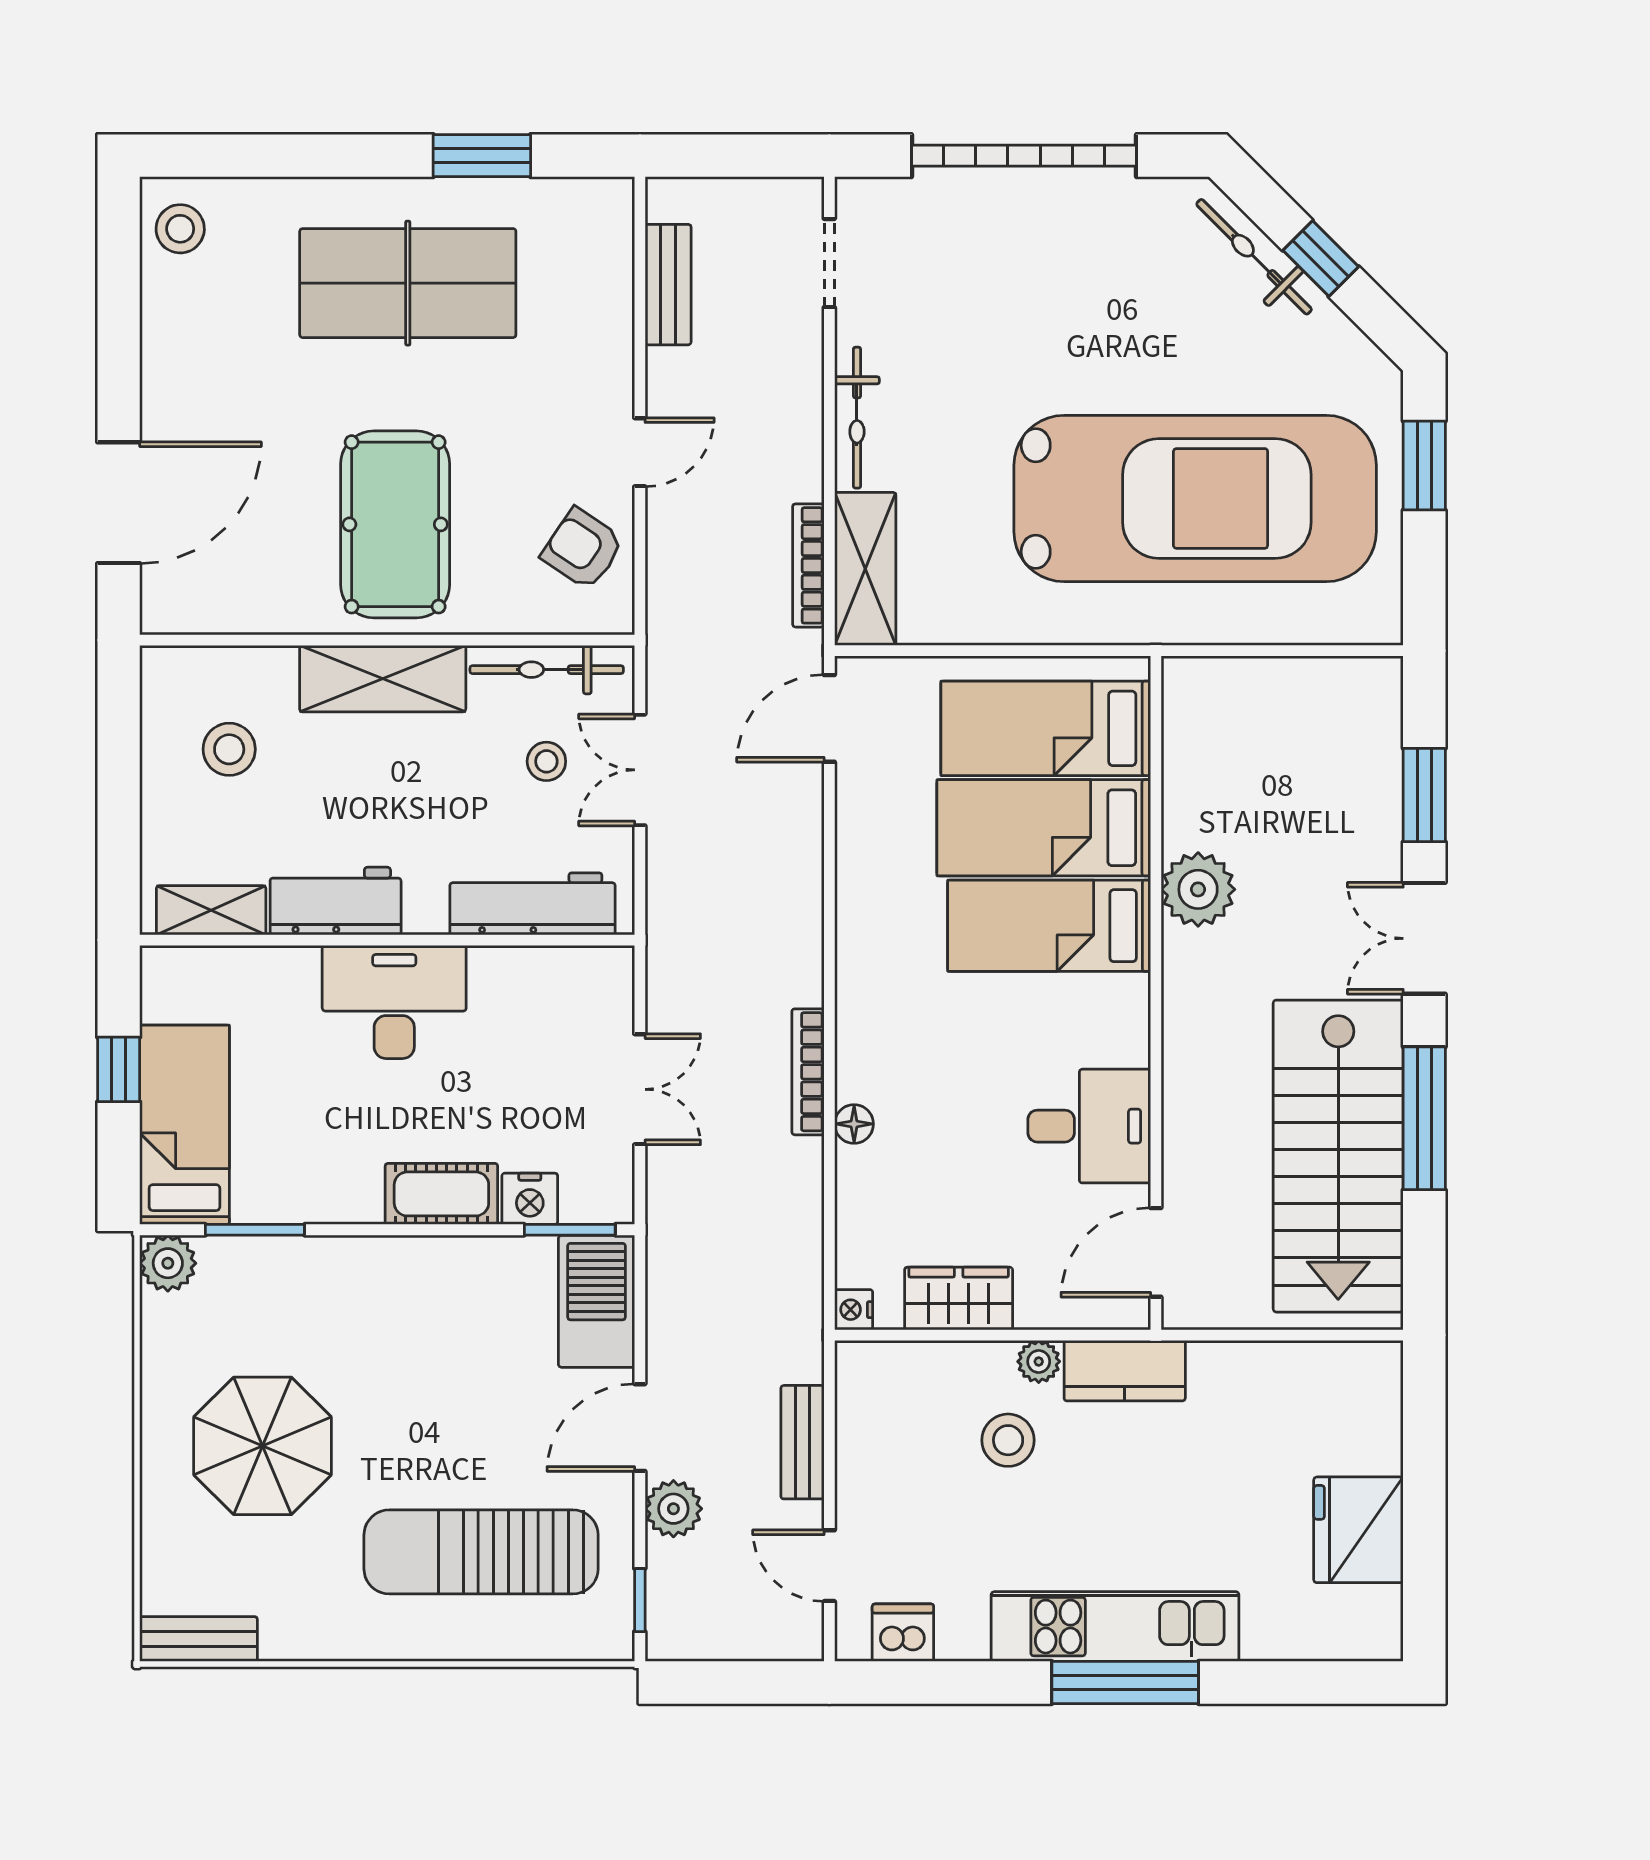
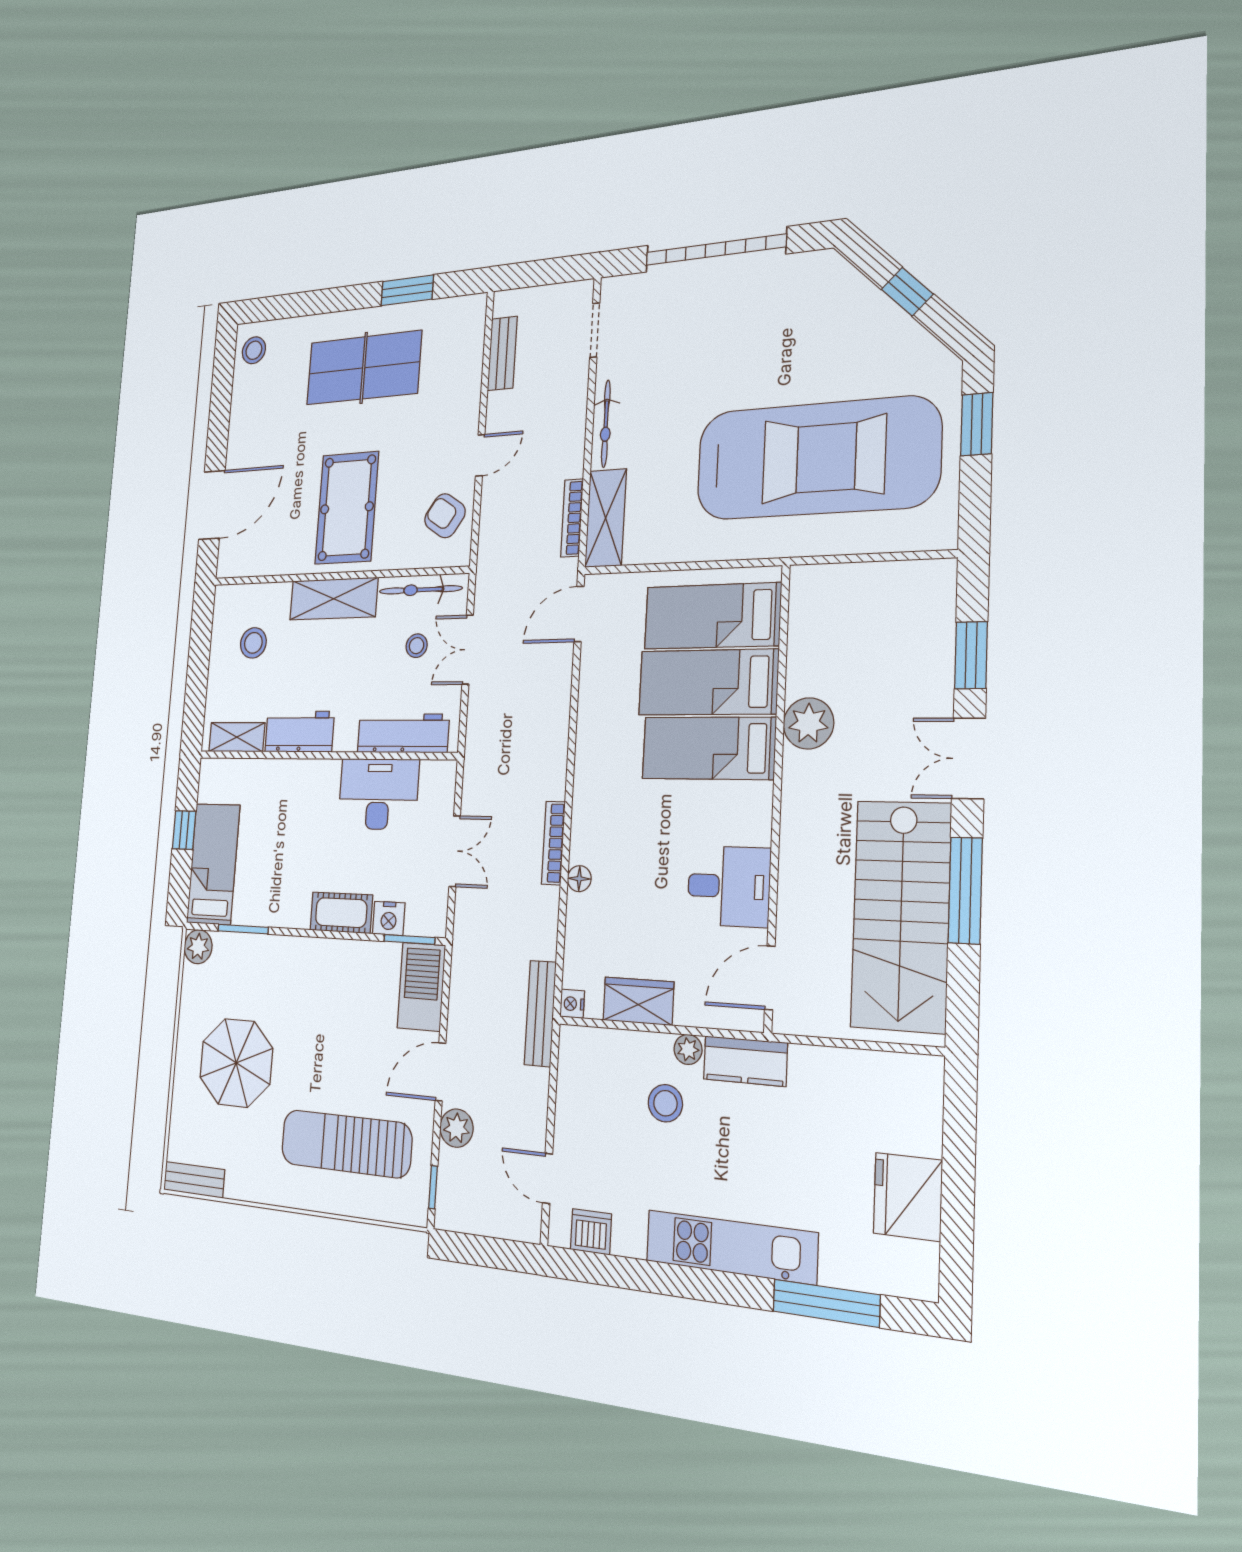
bicycle: (1254, 257) -> (862, 296), removed
desk: (394, 1002) -> (378, 794), moved
bench: (802, 1442) -> (540, 1013), moved, width x1.36
window: (1125, 1683) -> (826, 1303), moved

